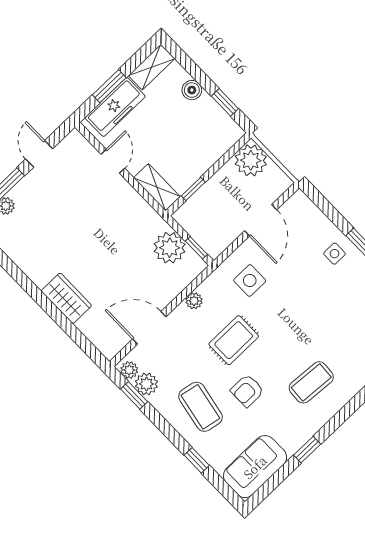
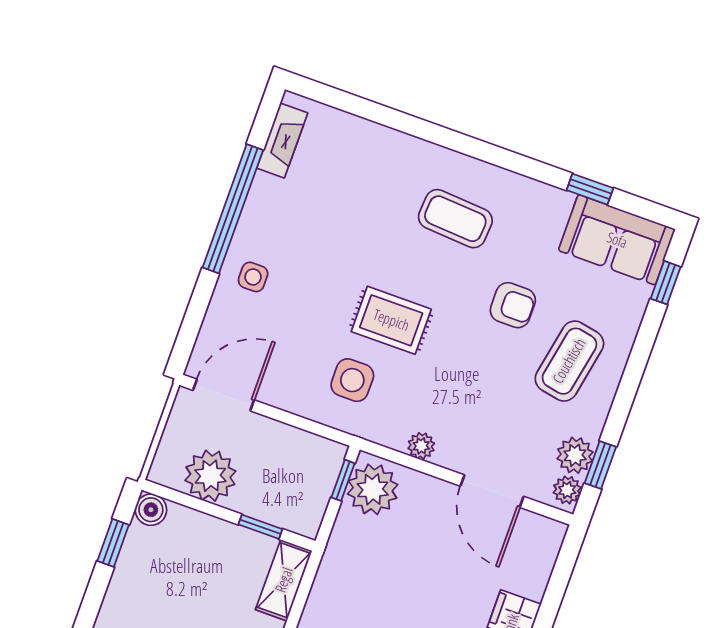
boiler: (192, 90) -> (151, 510), moved
plant: (251, 160) -> (210, 476), moved
door: (261, 220) -> (224, 395), moved
plant: (170, 248) -> (373, 489), moved
rug: (234, 340) -> (391, 320), moved
window: (307, 450) -> (590, 189), moved
window: (197, 460) -> (666, 283), moved

